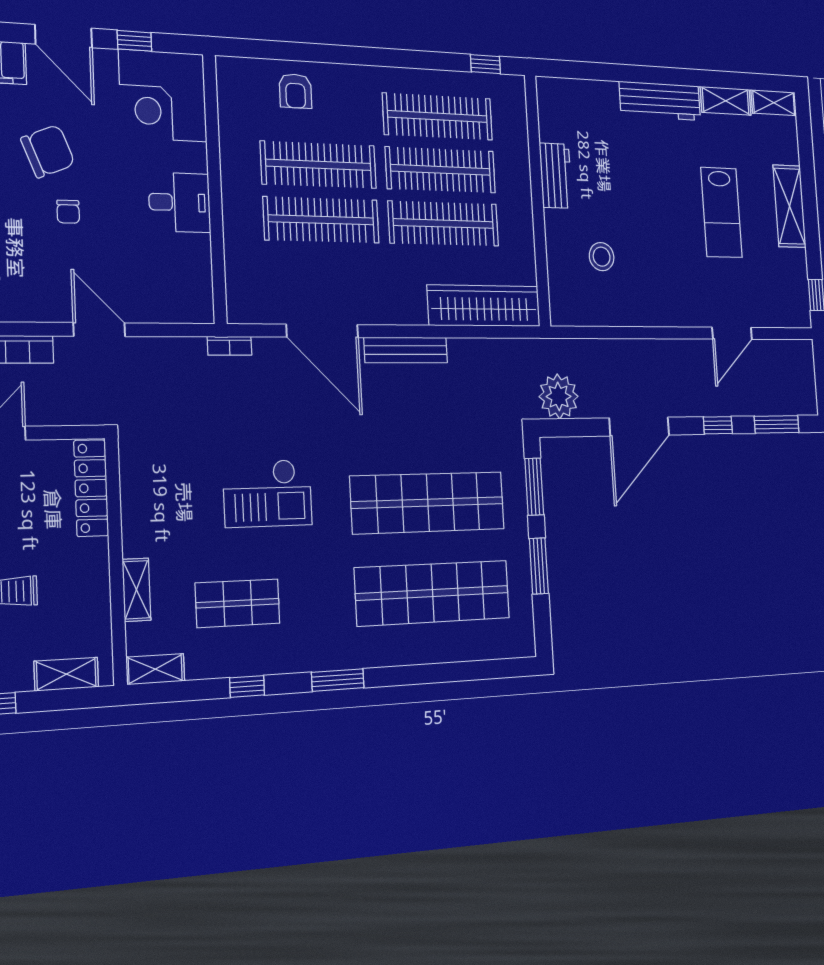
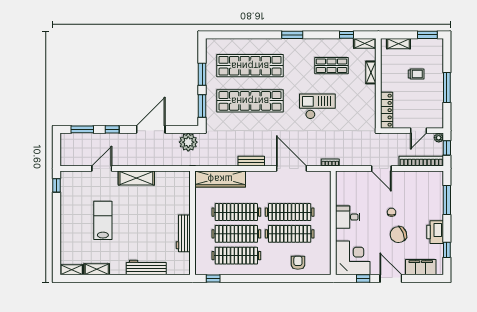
workbench: (660, 101) -> (146, 268), moved
workbench: (556, 176) -> (183, 233), width x1.38
shelving: (790, 206) -> (136, 178), moved, turned 90
stool: (602, 257) -> (164, 200), removed
bench: (406, 350) -> (251, 161), width x0.73
window: (247, 686) -> (346, 35), moved

